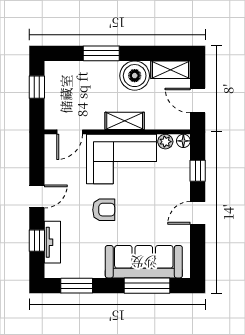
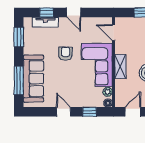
armchair: (104, 210) -> (66, 54), turned 180

